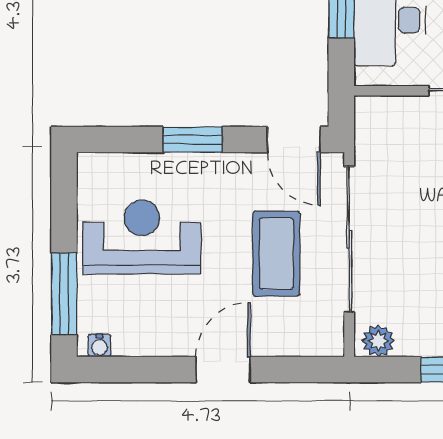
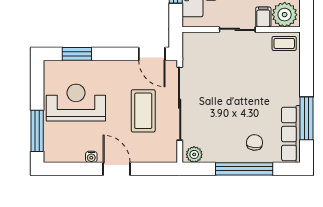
window: (193, 140) -> (77, 54), moved
water cooler: (99, 346) -> (91, 157), moved
door: (223, 370) -> (117, 169), hinge flipped

